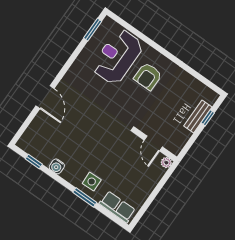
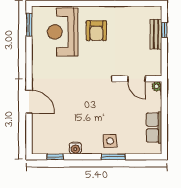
row of seats: (117, 207) -> (154, 127), moved, turned -90

